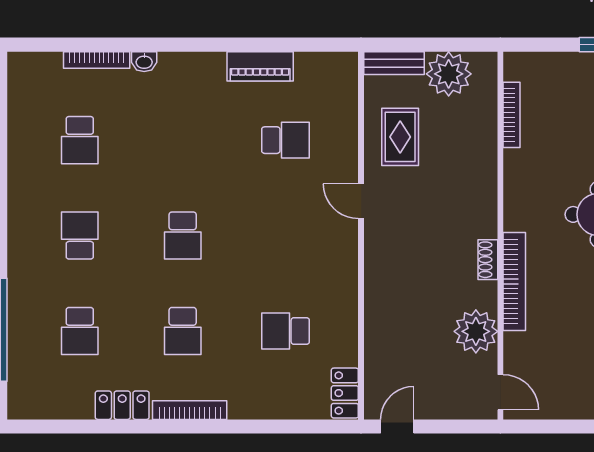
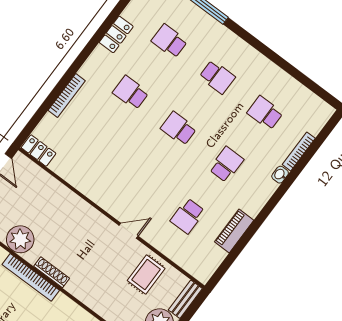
rug: (400, 137) -> (146, 275), turned 90
shoe rack: (488, 260) -> (52, 272), width x1.43
school desk: (286, 331) -> (226, 164), moved
bookcase: (190, 410) -> (67, 95), moved

